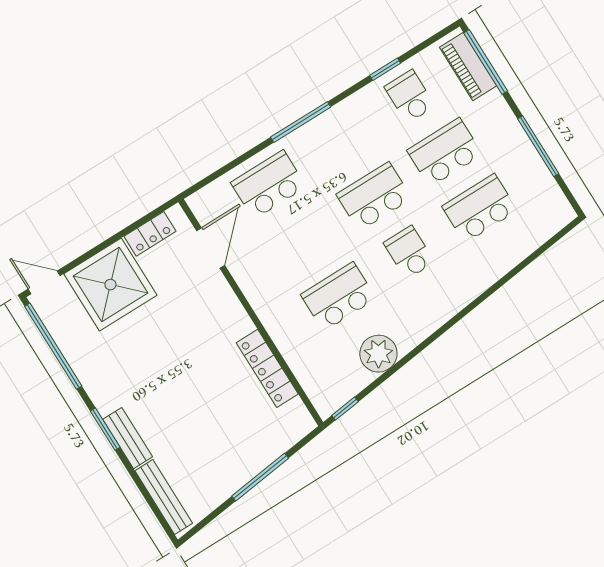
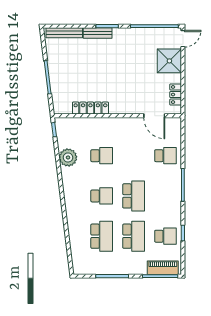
school desk: (268, 185) -> (165, 156), width x0.54
shower: (110, 285) -> (169, 61), width x0.73, depth x0.73
school desk: (338, 297) -> (102, 156), width x0.54

